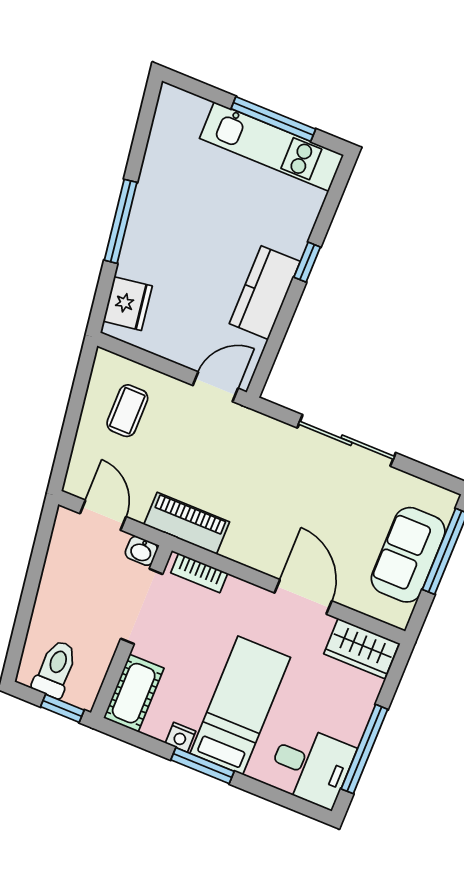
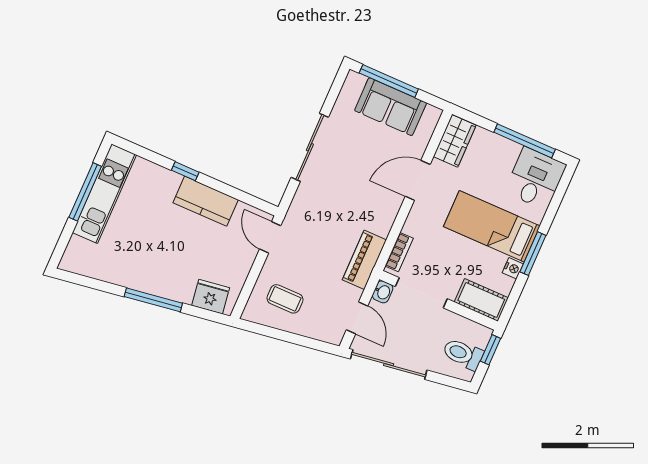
door: (103, 515) -> (357, 318), swing flipped
sliding door: (37, 562) -> (389, 365), added

